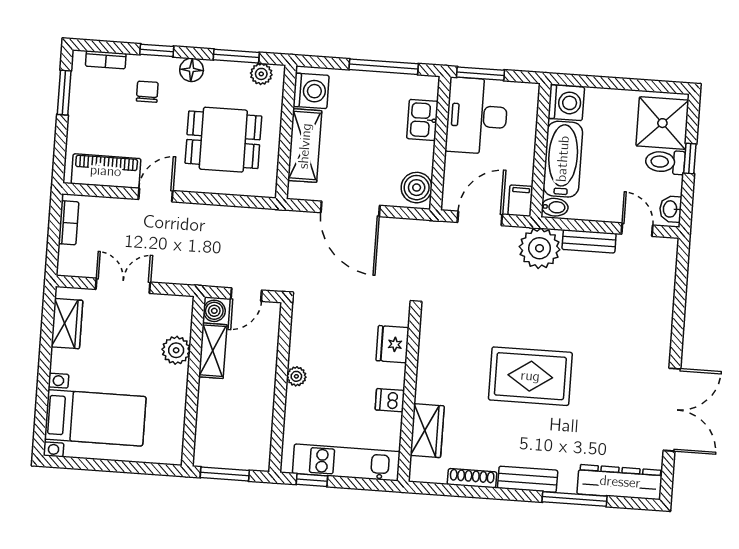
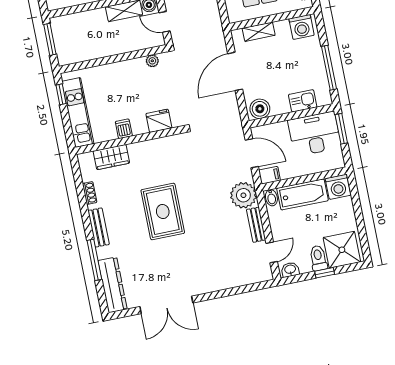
shelving: (305, 146) -> (259, 32), width x0.67, depth x0.75
plant: (296, 376) -> (152, 61), moved
shoe rack: (472, 478) -> (90, 193), width x0.70

